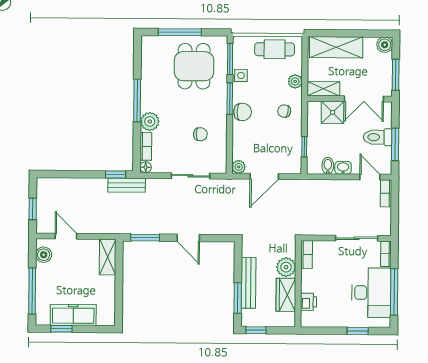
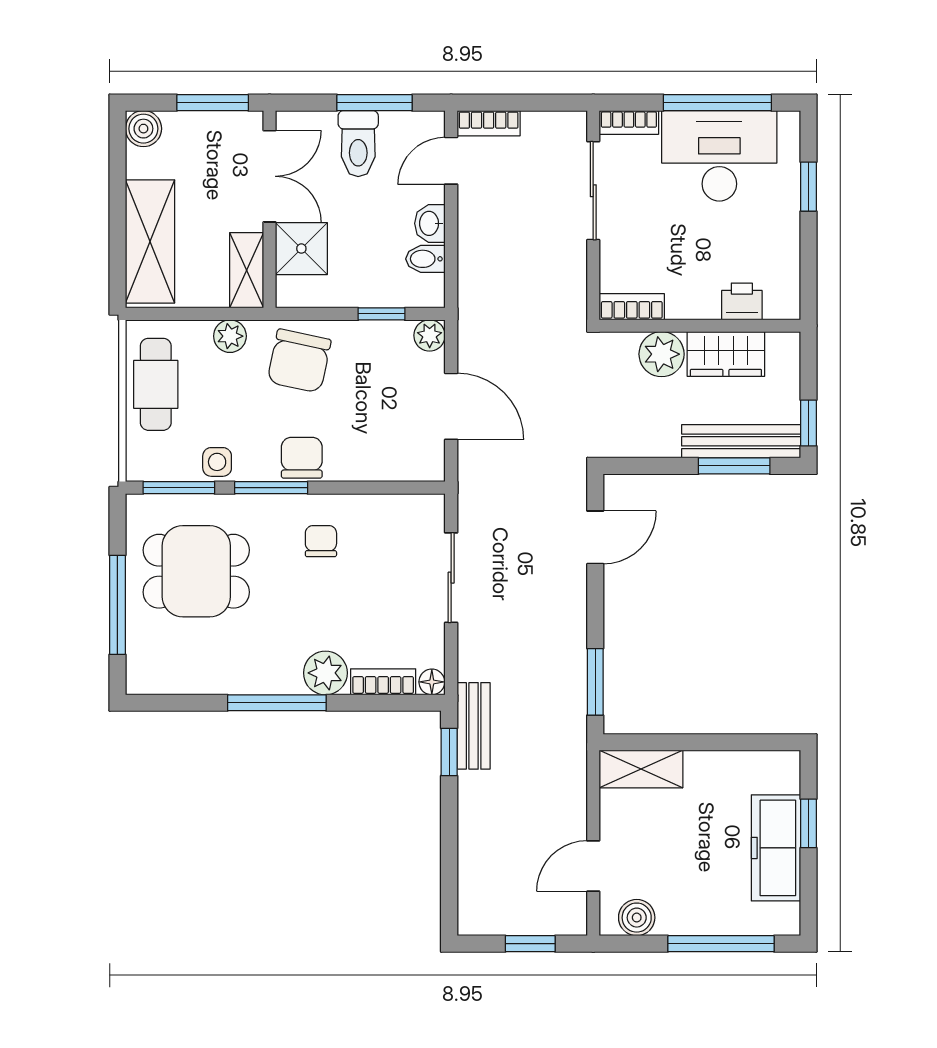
chair: (284, 111) -> (299, 361), width x1.87, depth x1.87
chair: (200, 134) -> (321, 541), moved
plant: (239, 167) -> (430, 335), moved
door: (188, 238) -> (595, 537), moved
bench: (248, 283) -> (741, 441), moved
window: (61, 329) -> (808, 823), moved

